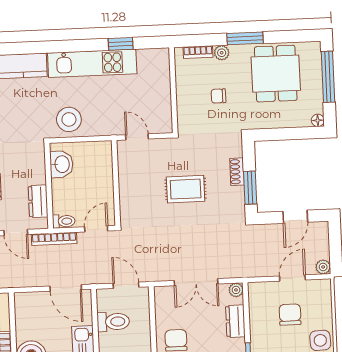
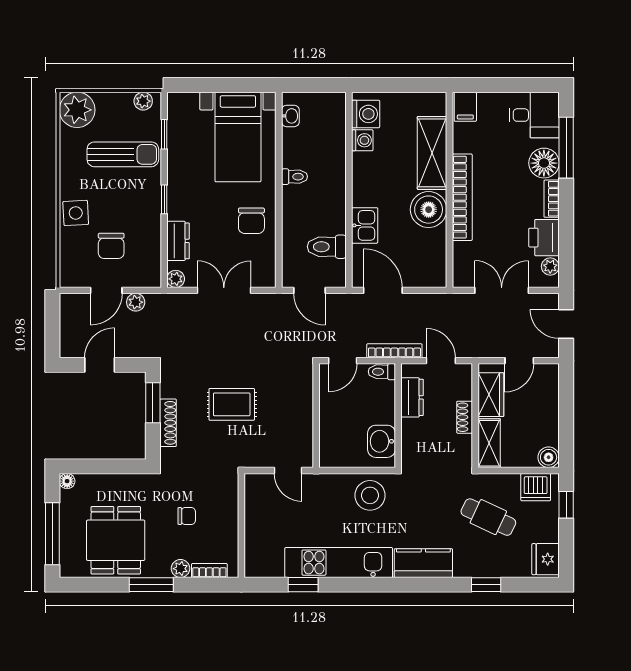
shoe rack: (237, 172) -> (168, 423), width x1.43
plant: (323, 267) -> (136, 302), moved

